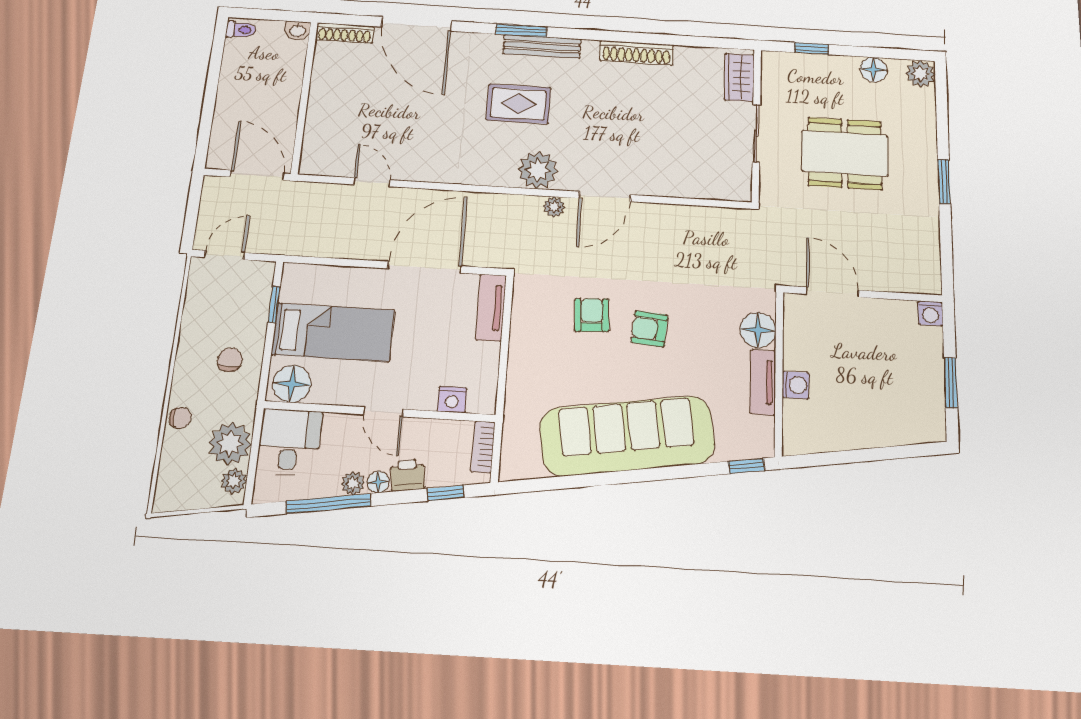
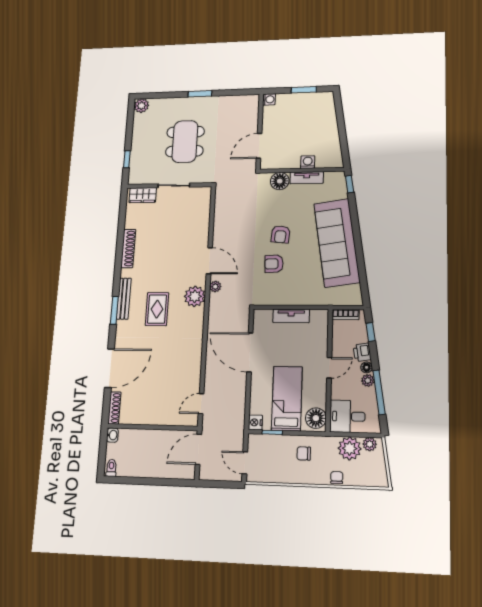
floor lamp: (873, 70) -> (139, 128), removed
door: (372, 182) -> (201, 404), moved
tv unit: (491, 307) -> (291, 316), moved
nightstand: (452, 400) -> (255, 422), moved, turned 180

